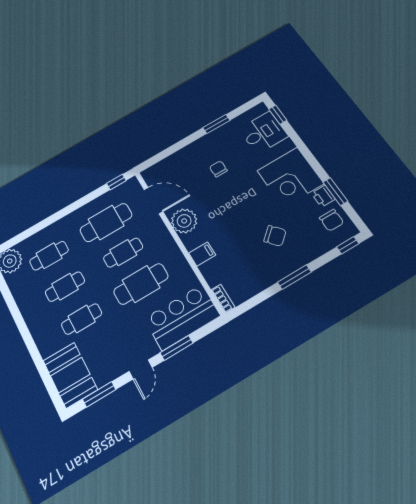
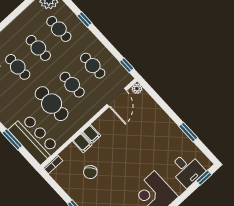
chair: (218, 169) -> (151, 141), removed
plant: (184, 221) -> (137, 89), moved, width x0.53, depth x0.53
window: (47, 222) -> (84, 20), added
cafe table: (106, 222) -> (93, 66), width x0.73, depth x0.74
chair: (275, 236) -> (90, 172), moved
filing cabinet: (193, 240) -> (91, 134), added

